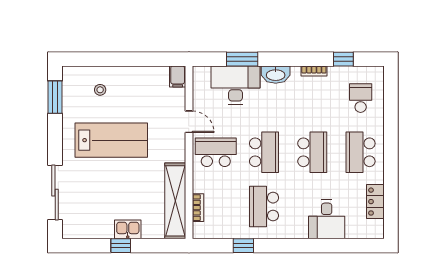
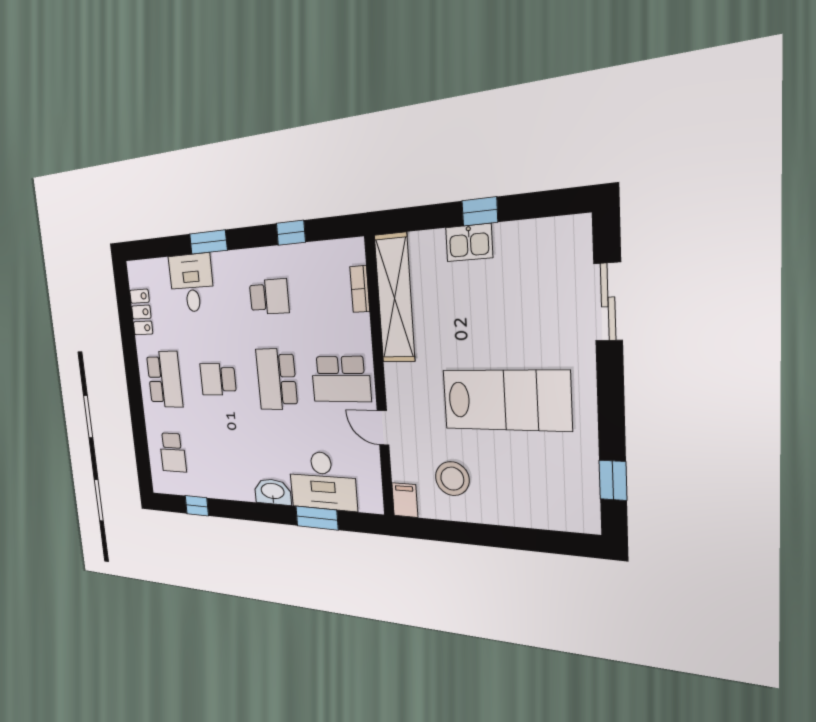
bookcase: (314, 71) -> (228, 493), removed
stool: (100, 90) -> (452, 479), moved, width x1.89, depth x1.89
window: (55, 97) -> (613, 480), width x0.67
lab bench: (111, 140) -> (506, 400), turned 180
school desk: (312, 152) -> (218, 379), width x0.54
sliding door: (55, 193) -> (608, 302), width x0.73
school desk: (264, 207) -> (269, 297), width x0.54
window: (309, 246) -> (208, 242), added

